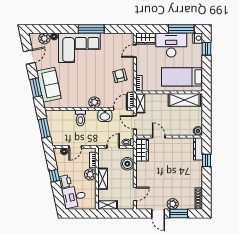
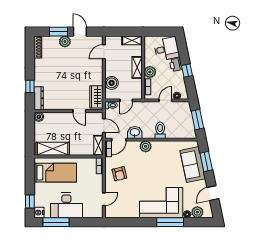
window: (91, 29) -> (170, 222), moved
wardrobe: (145, 39) -> (93, 212), removed

